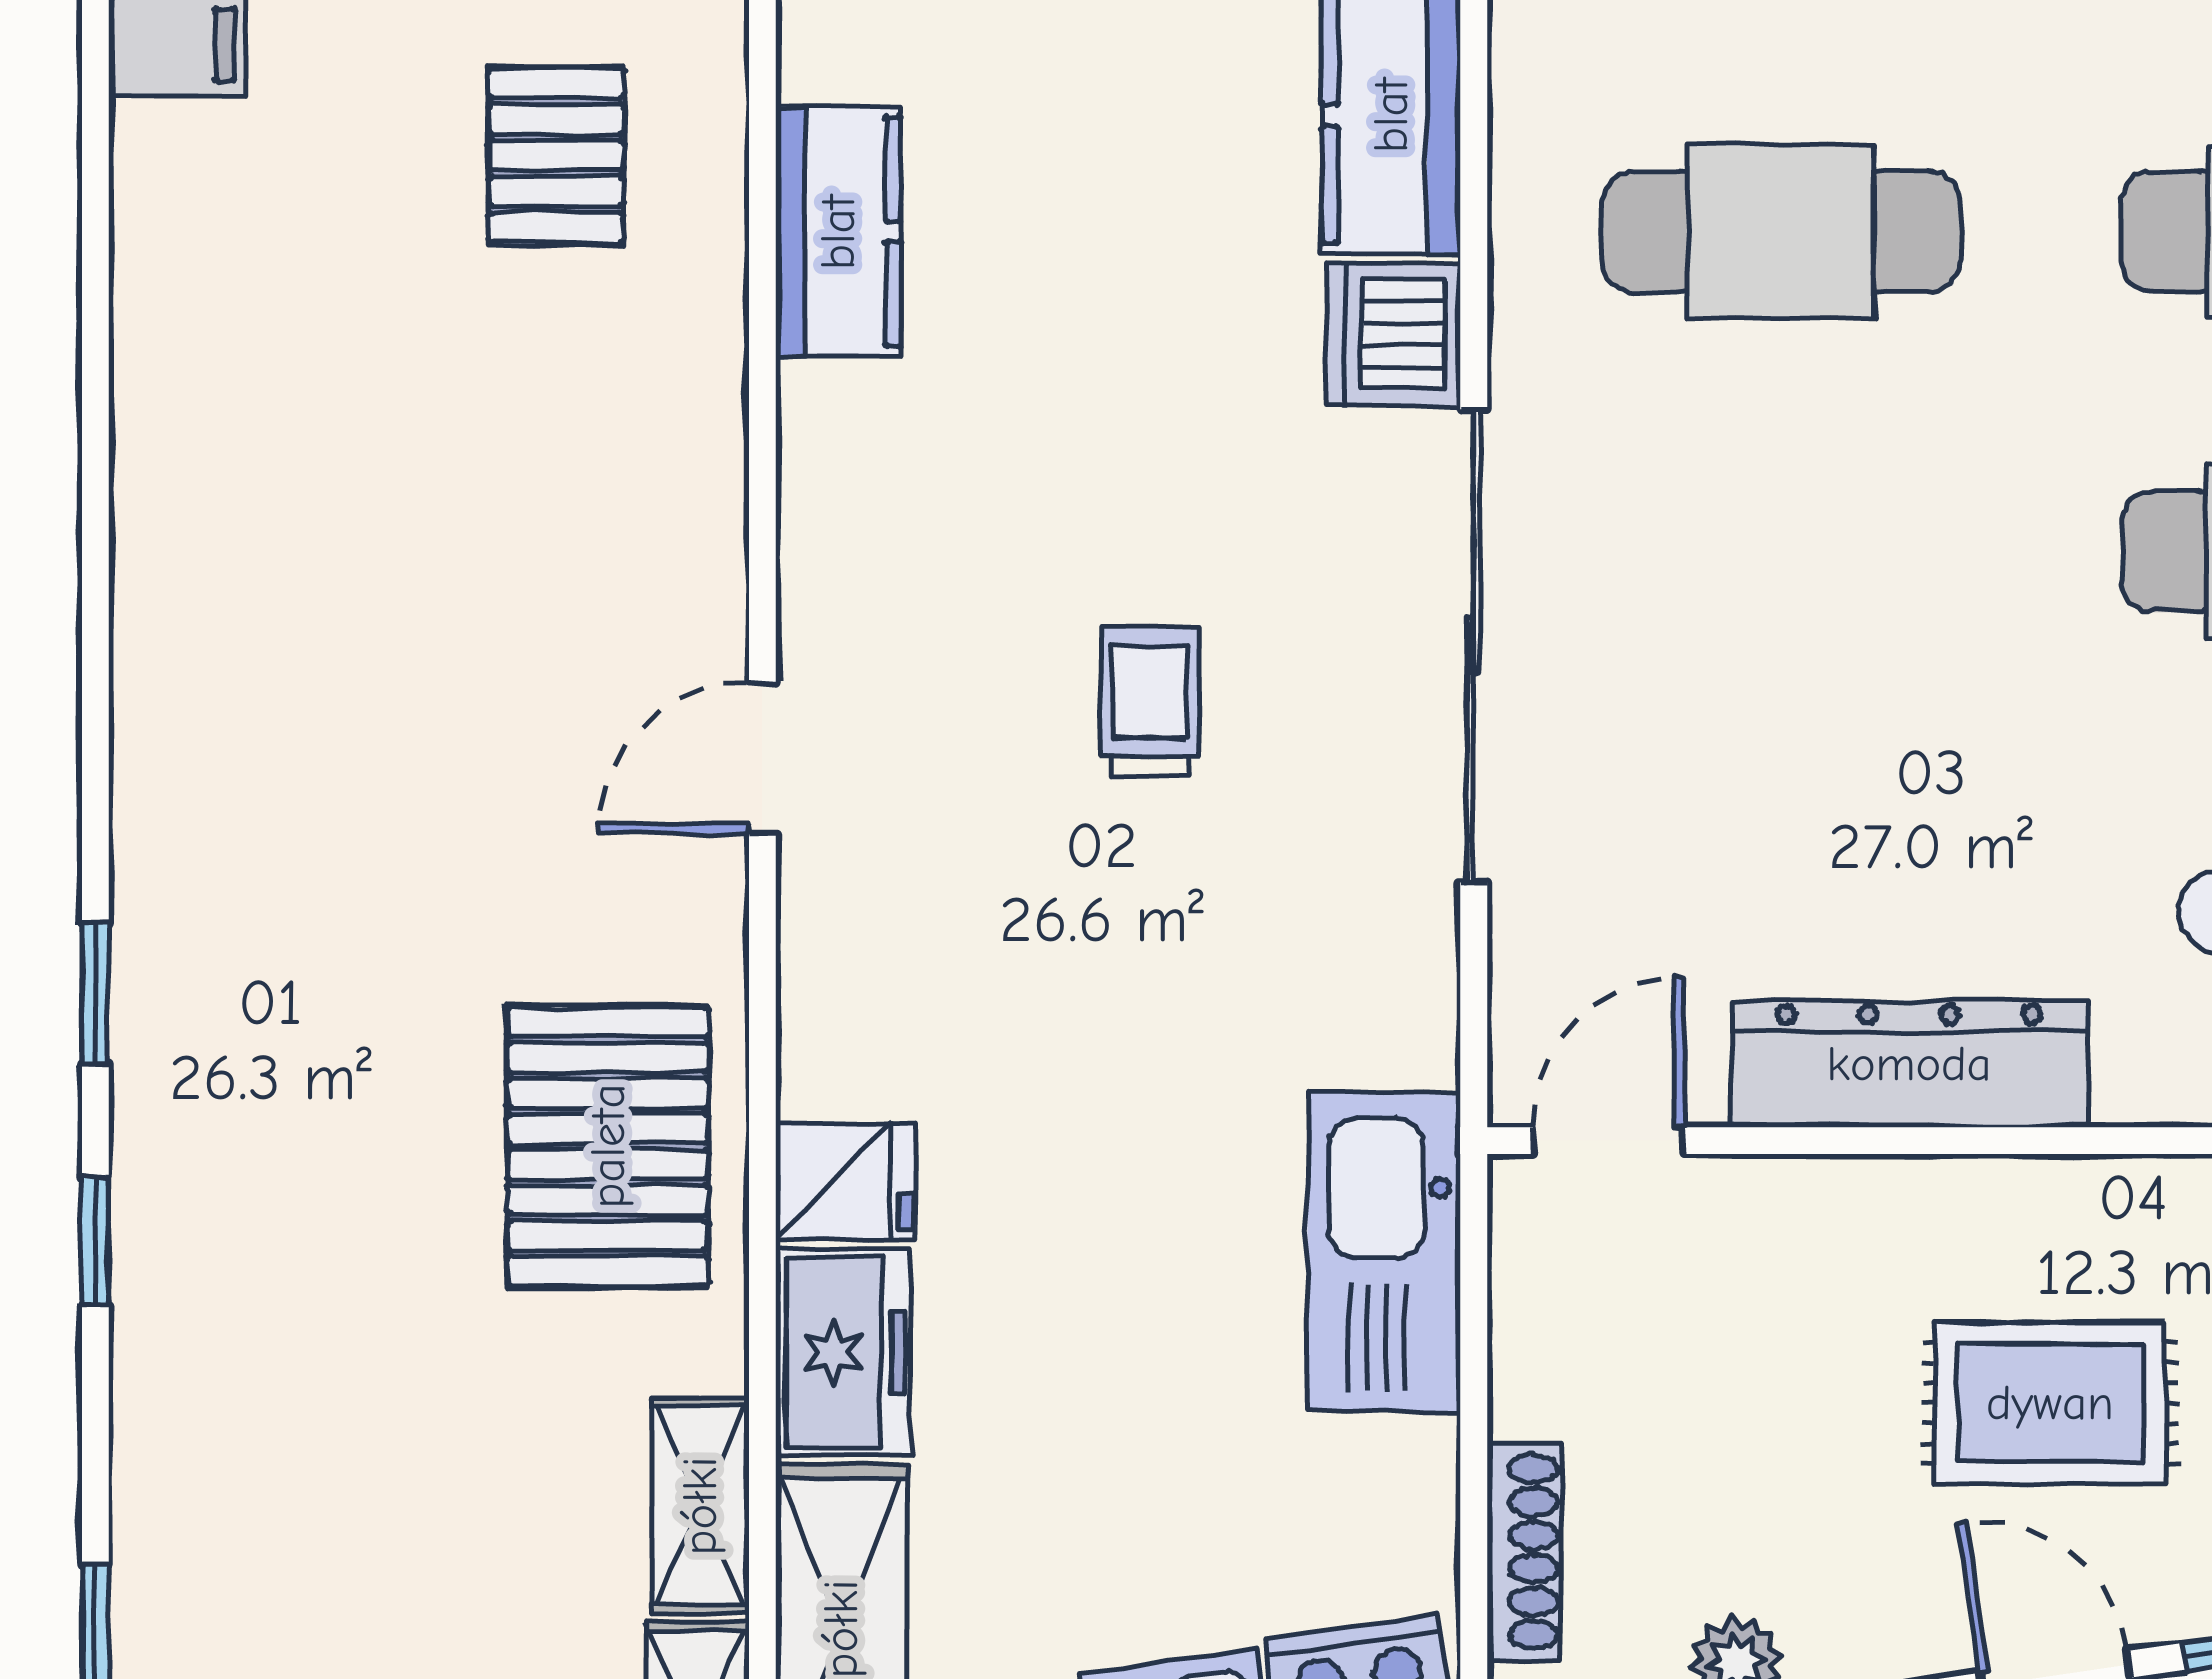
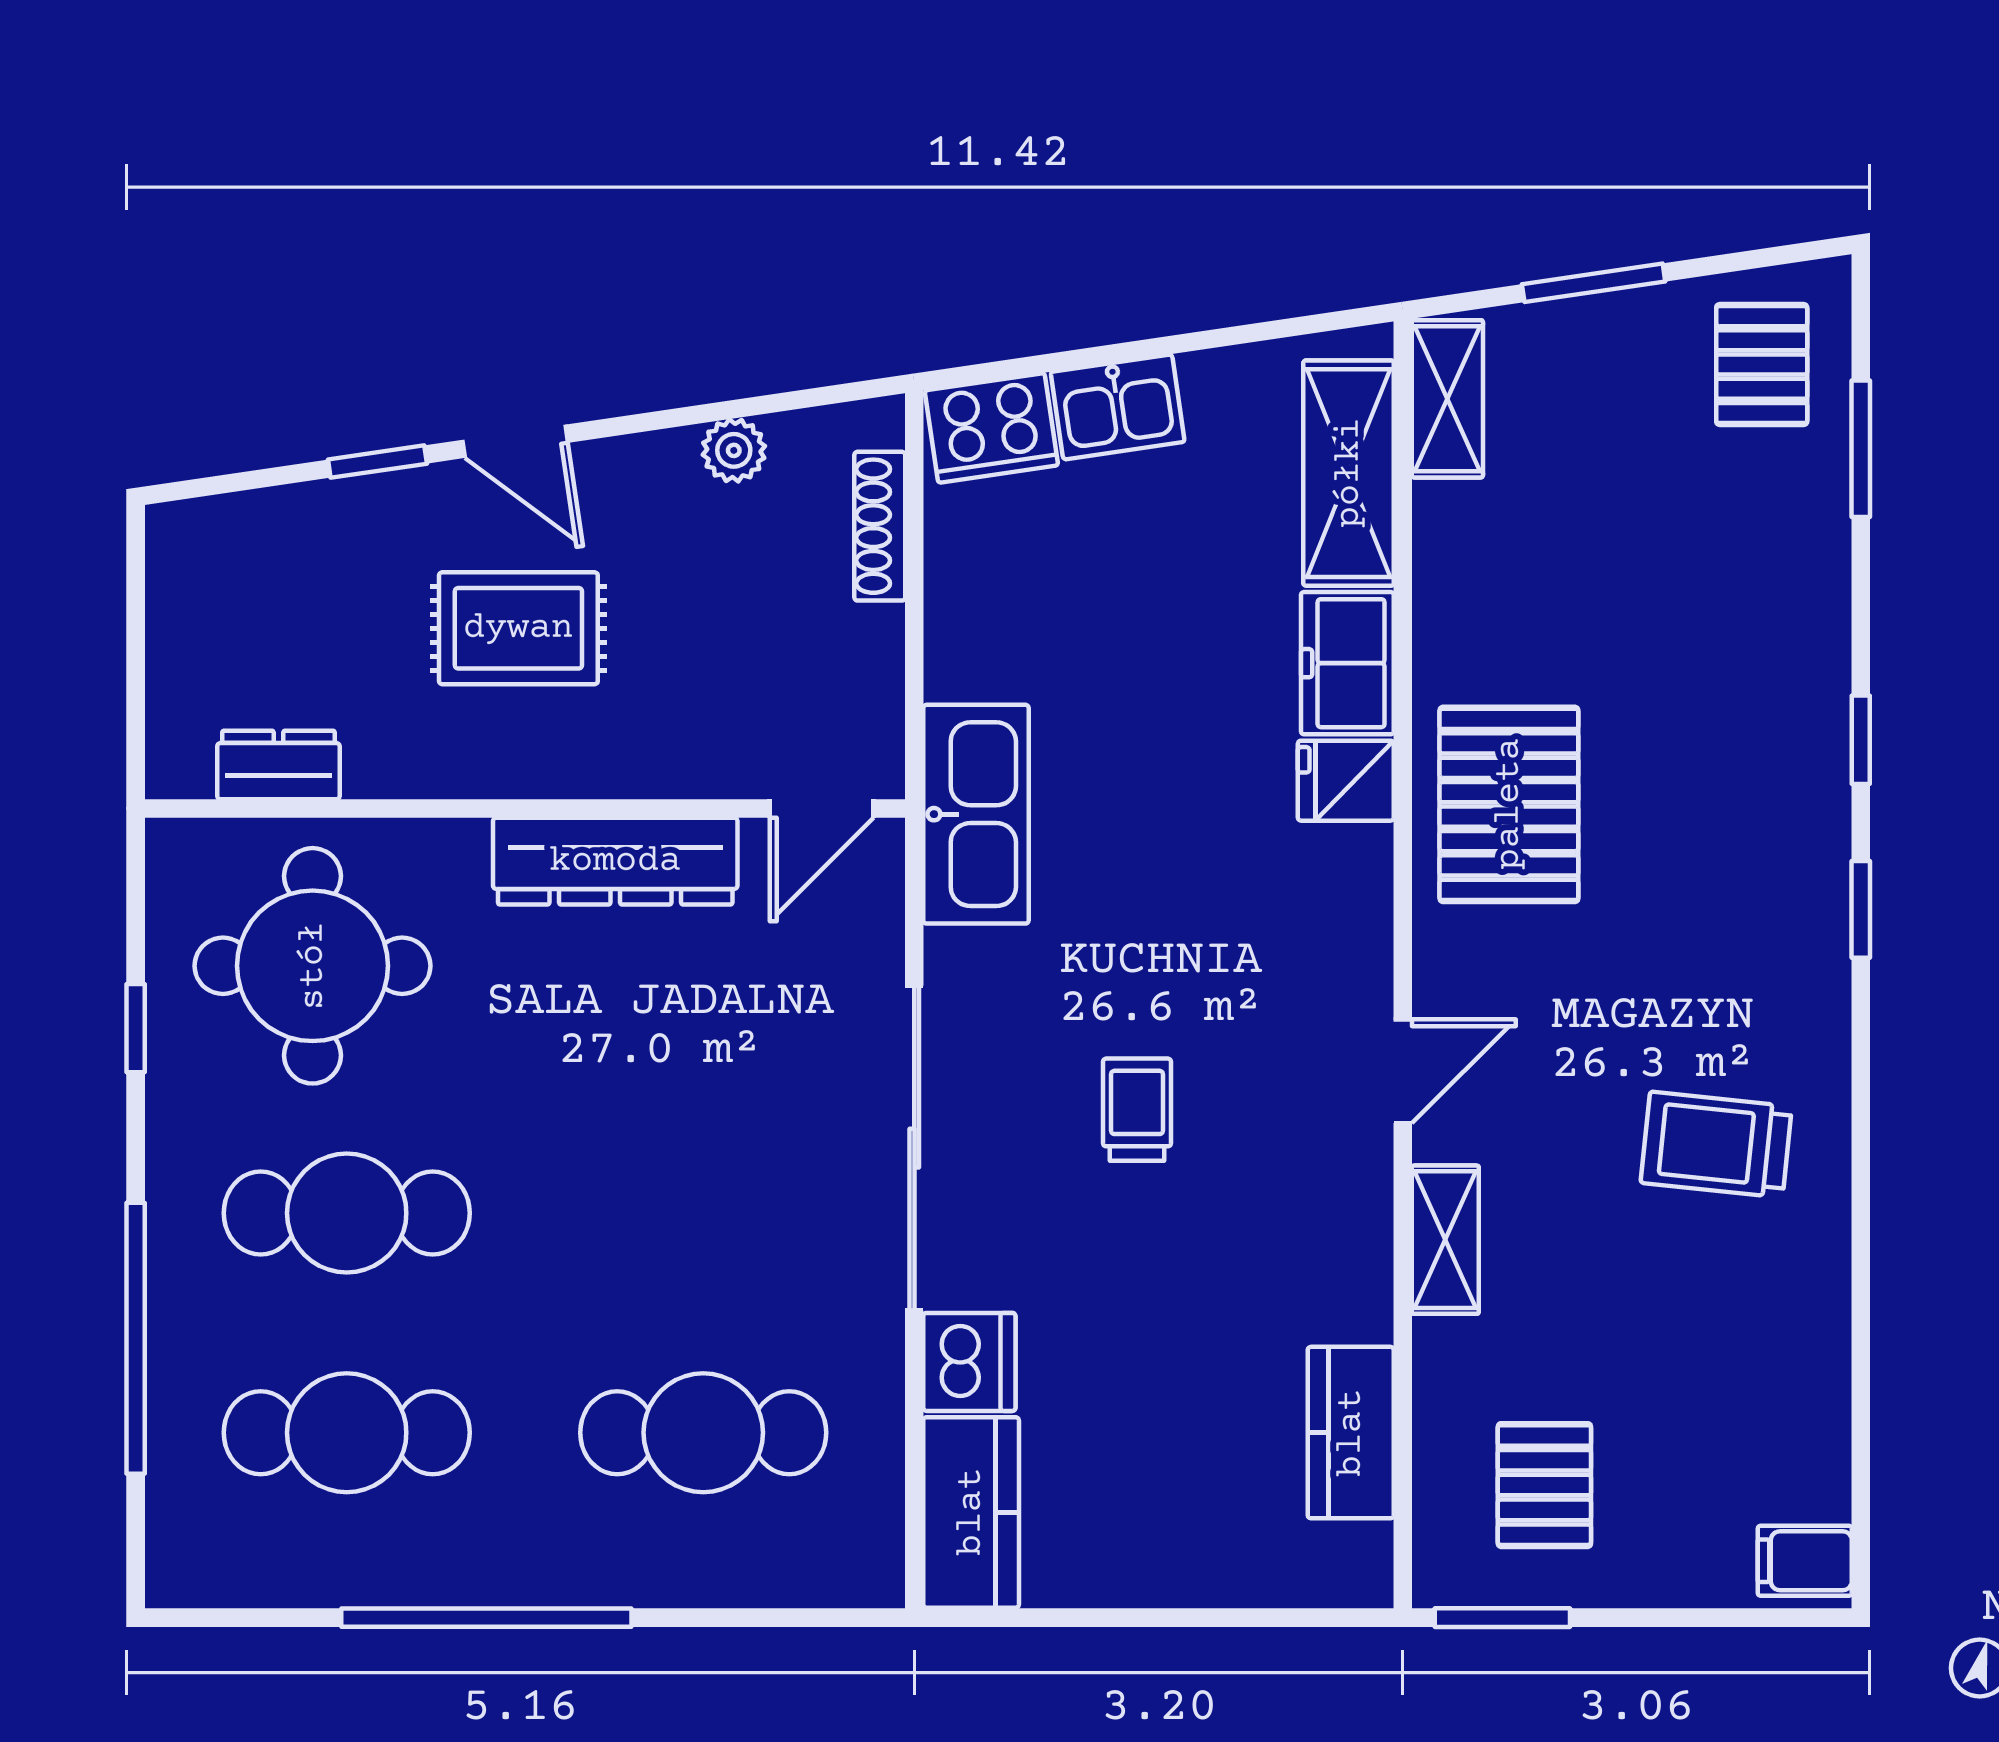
trolley: (306, 651) -> (1716, 1145), added
trolley: (1149, 702) -> (1137, 1110), turned 180
kitchen sink: (1384, 1252) -> (976, 814), moved
shelving: (700, 1506) -> (1445, 1240), moved

